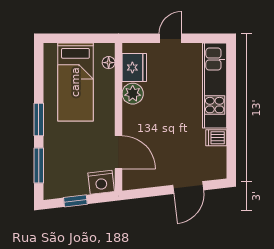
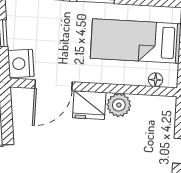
fridge: (134, 67) -> (89, 105), moved

